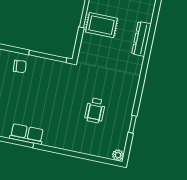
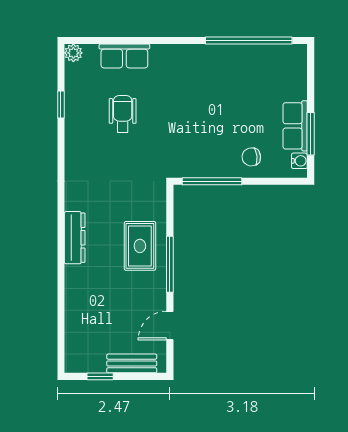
rug: (101, 25) -> (140, 246), turned 90
row of seats: (27, 134) -> (124, 56), moved

